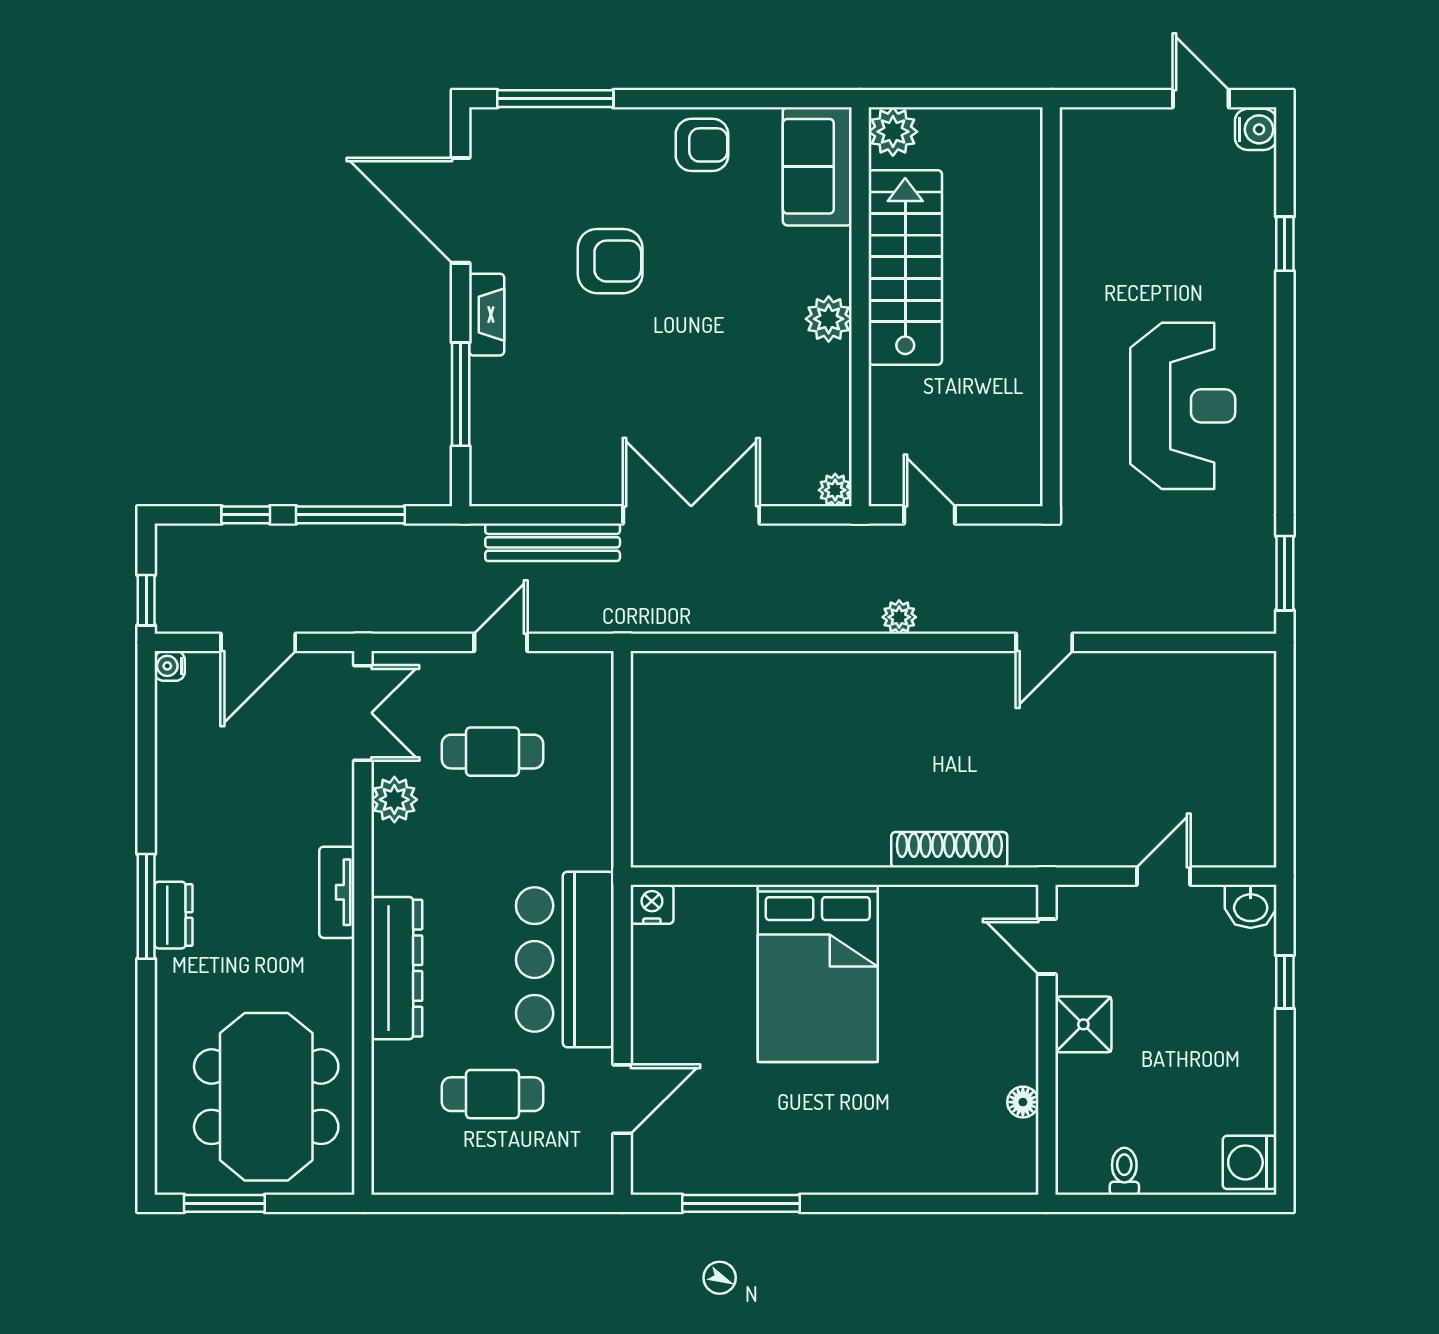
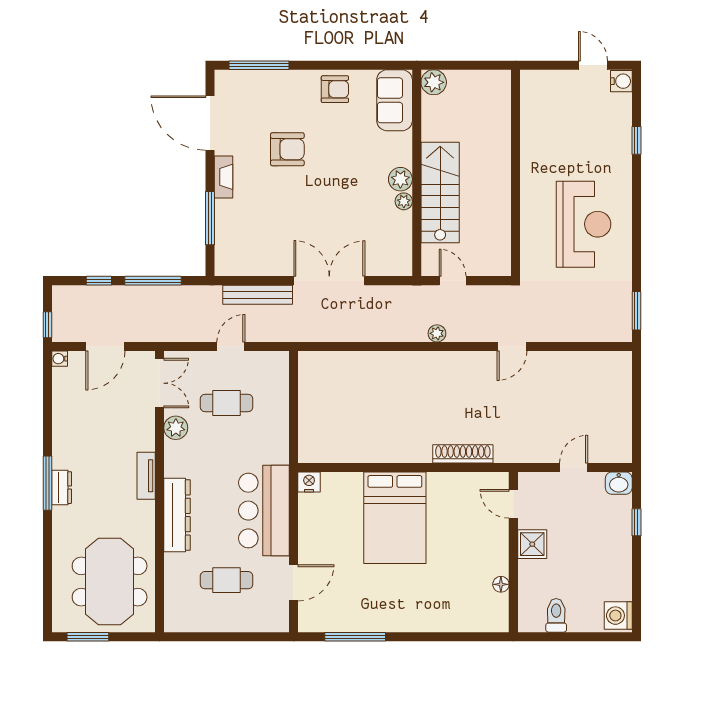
stairs: (905, 267) -> (440, 192), moved
plant: (835, 490) -> (404, 201), moved
toilet: (1124, 1171) -> (556, 615), width x1.37, depth x1.39

